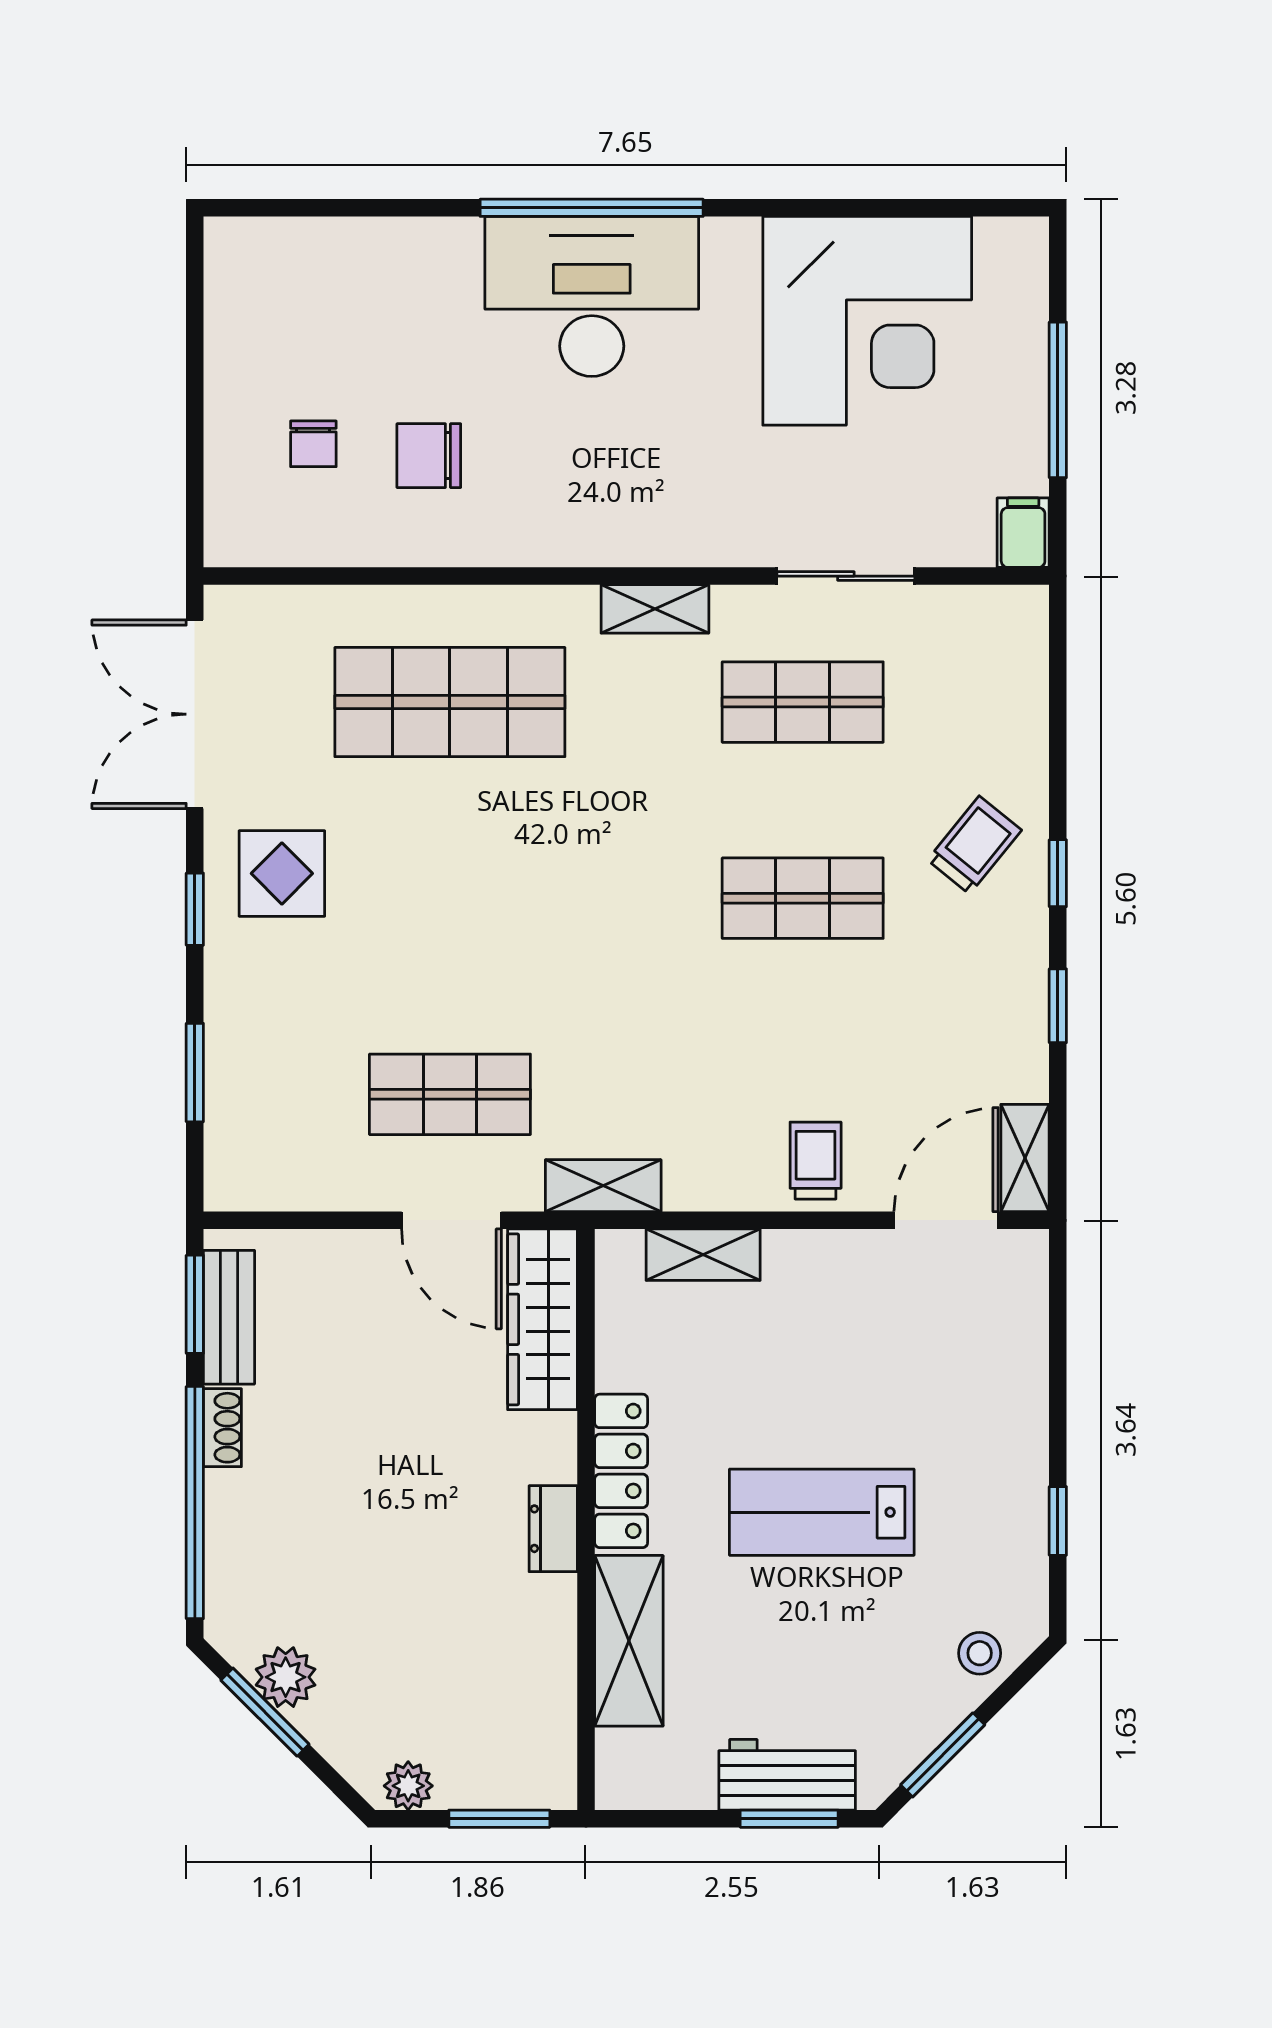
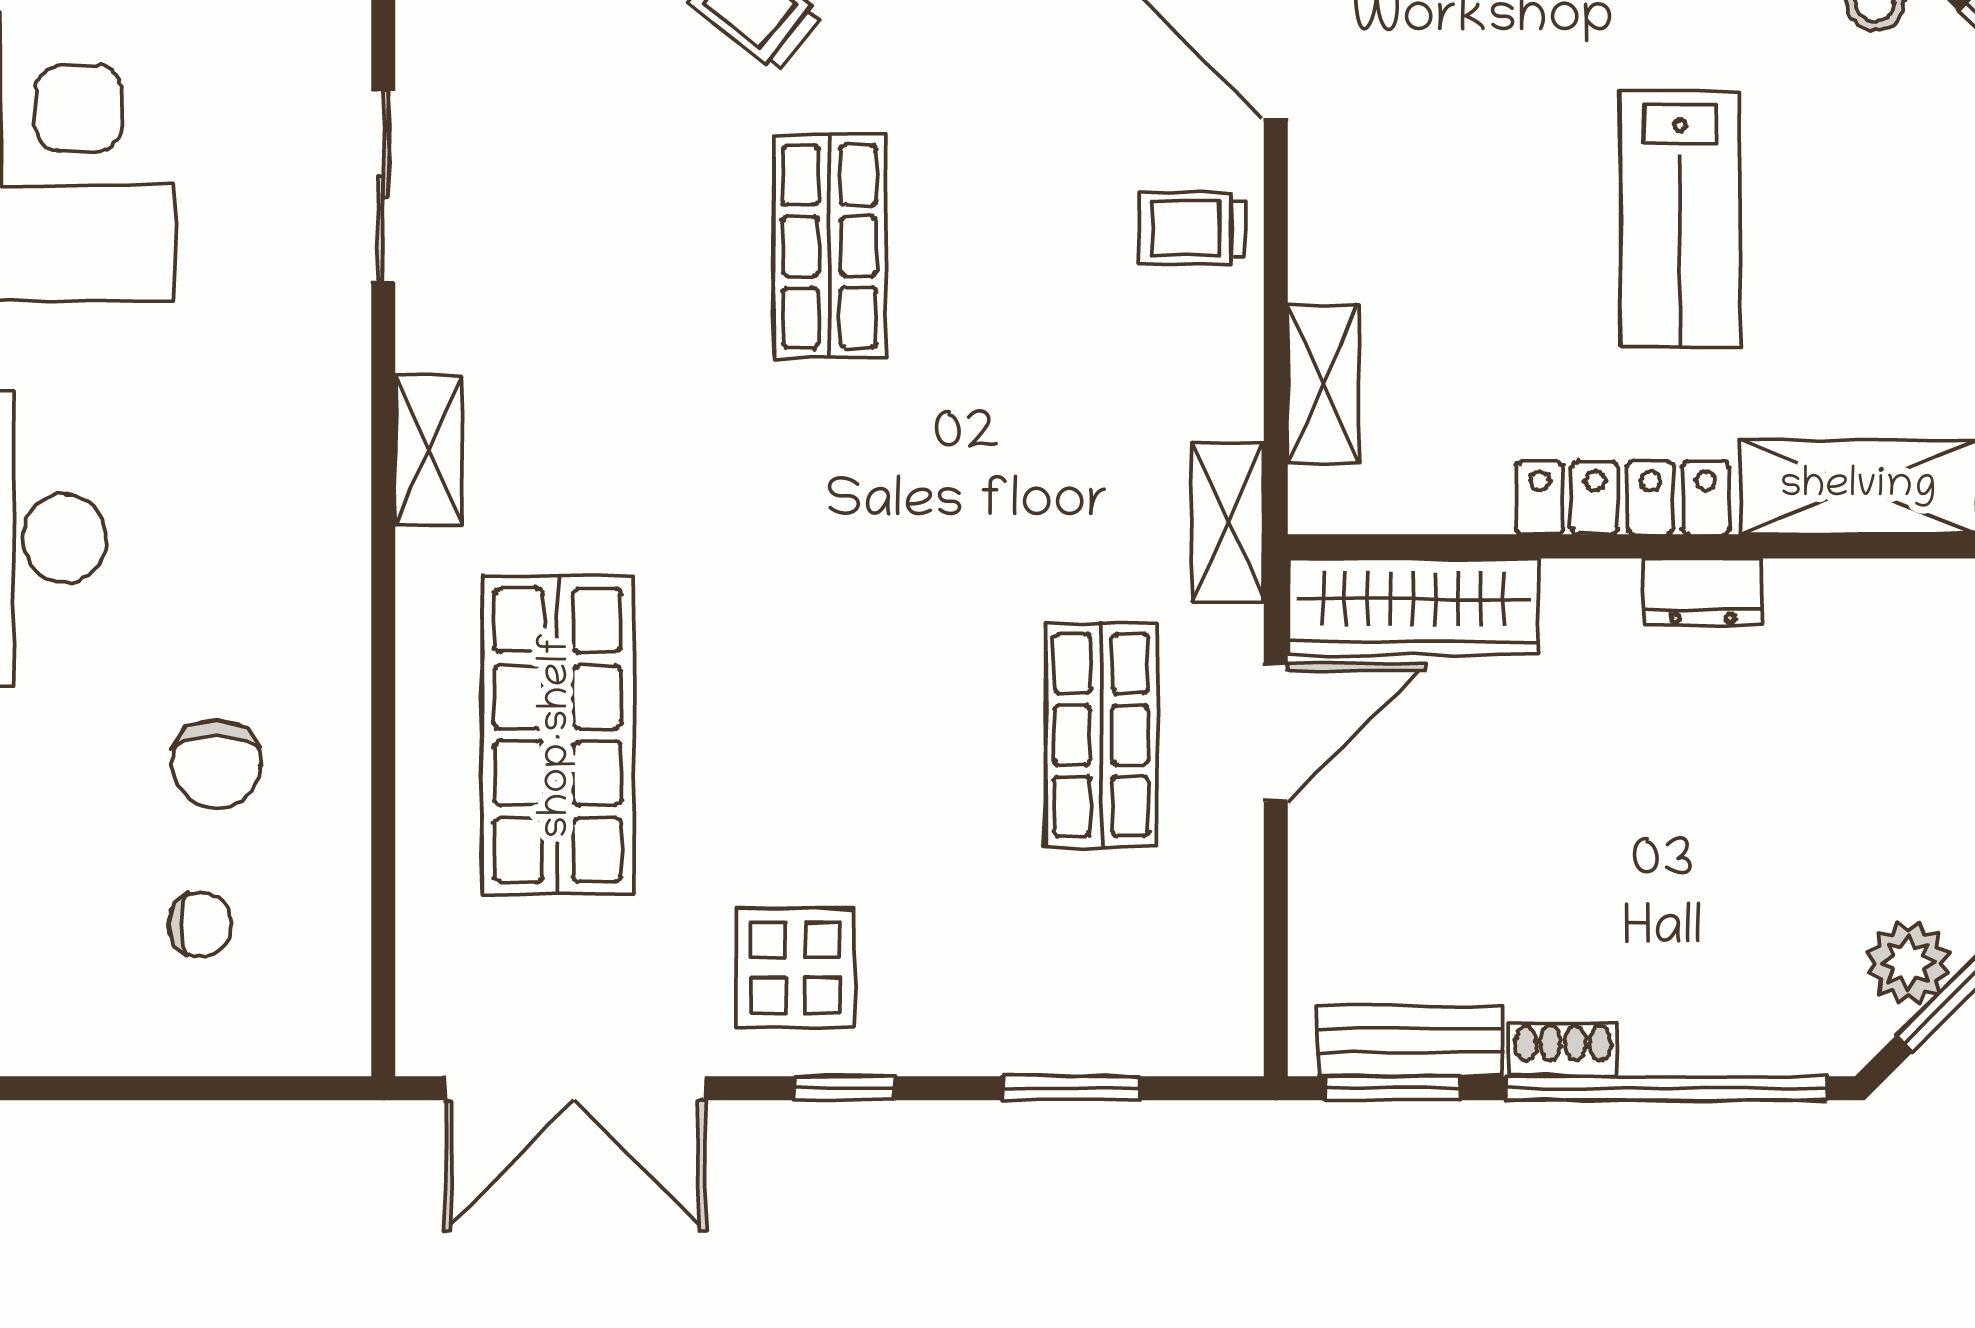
shop shelf: (803, 702) -> (558, 246), removed

